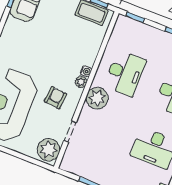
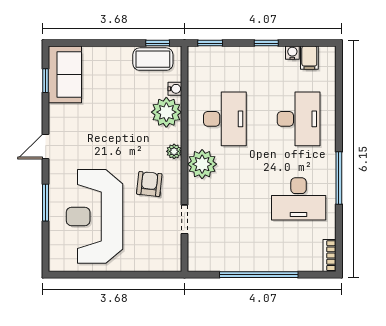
water cooler: (86, 71) -> (175, 89), moved
plant: (49, 150) -> (166, 112), moved

